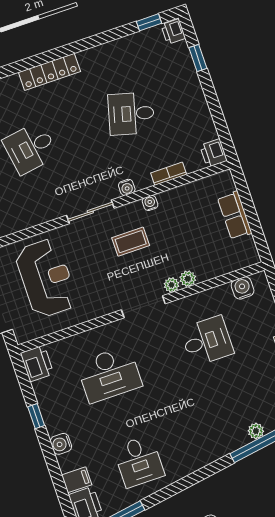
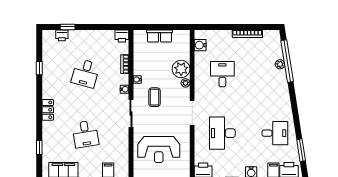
window: (149, 22) -> (39, 68), moved
printer: (173, 31) -> (62, 35), moved
locker: (49, 72) -> (48, 110), width x0.66
reception desk: (46, 278) -> (159, 150), turned 180
plant: (188, 279) -> (181, 69), width x1.88, depth x1.88
doorway: (143, 307) -> (192, 113), moved
desk: (109, 374) -> (222, 133), turned 180

